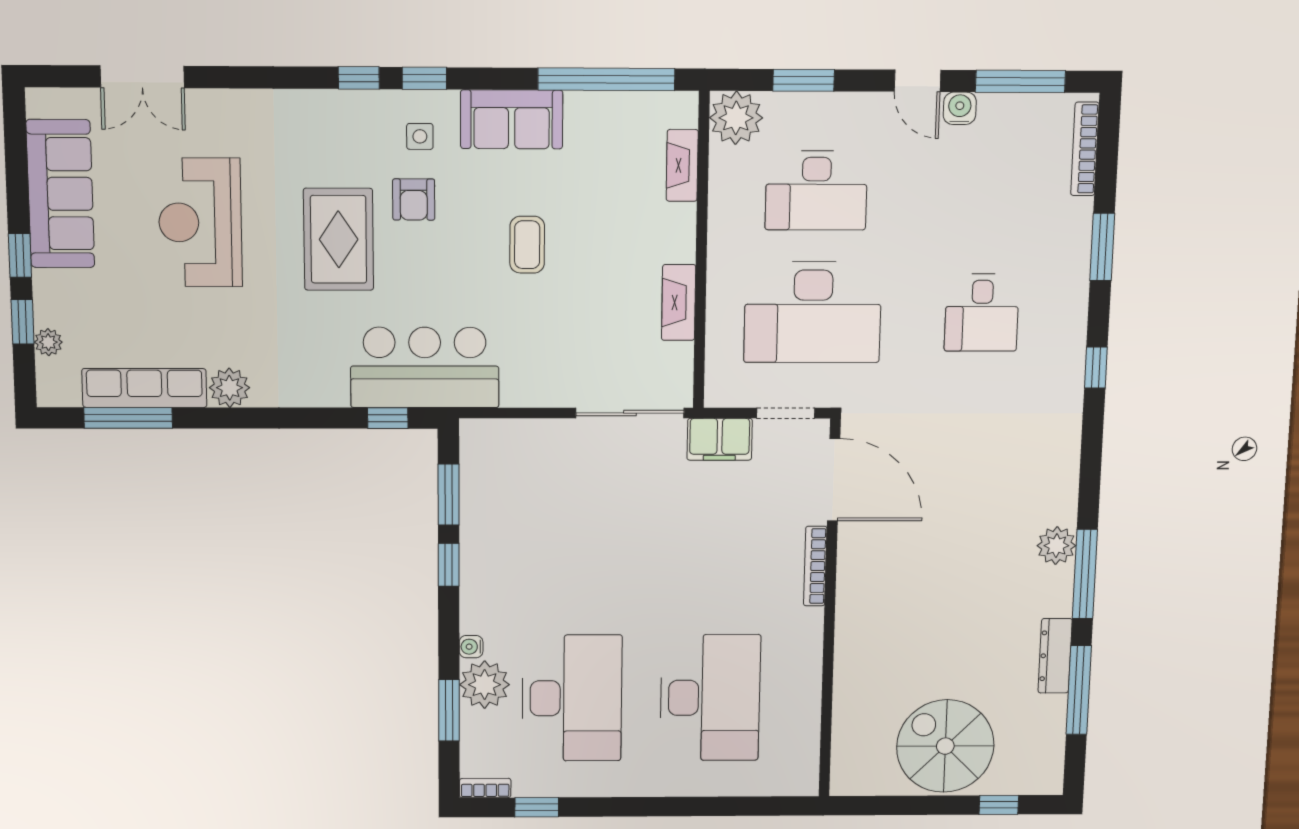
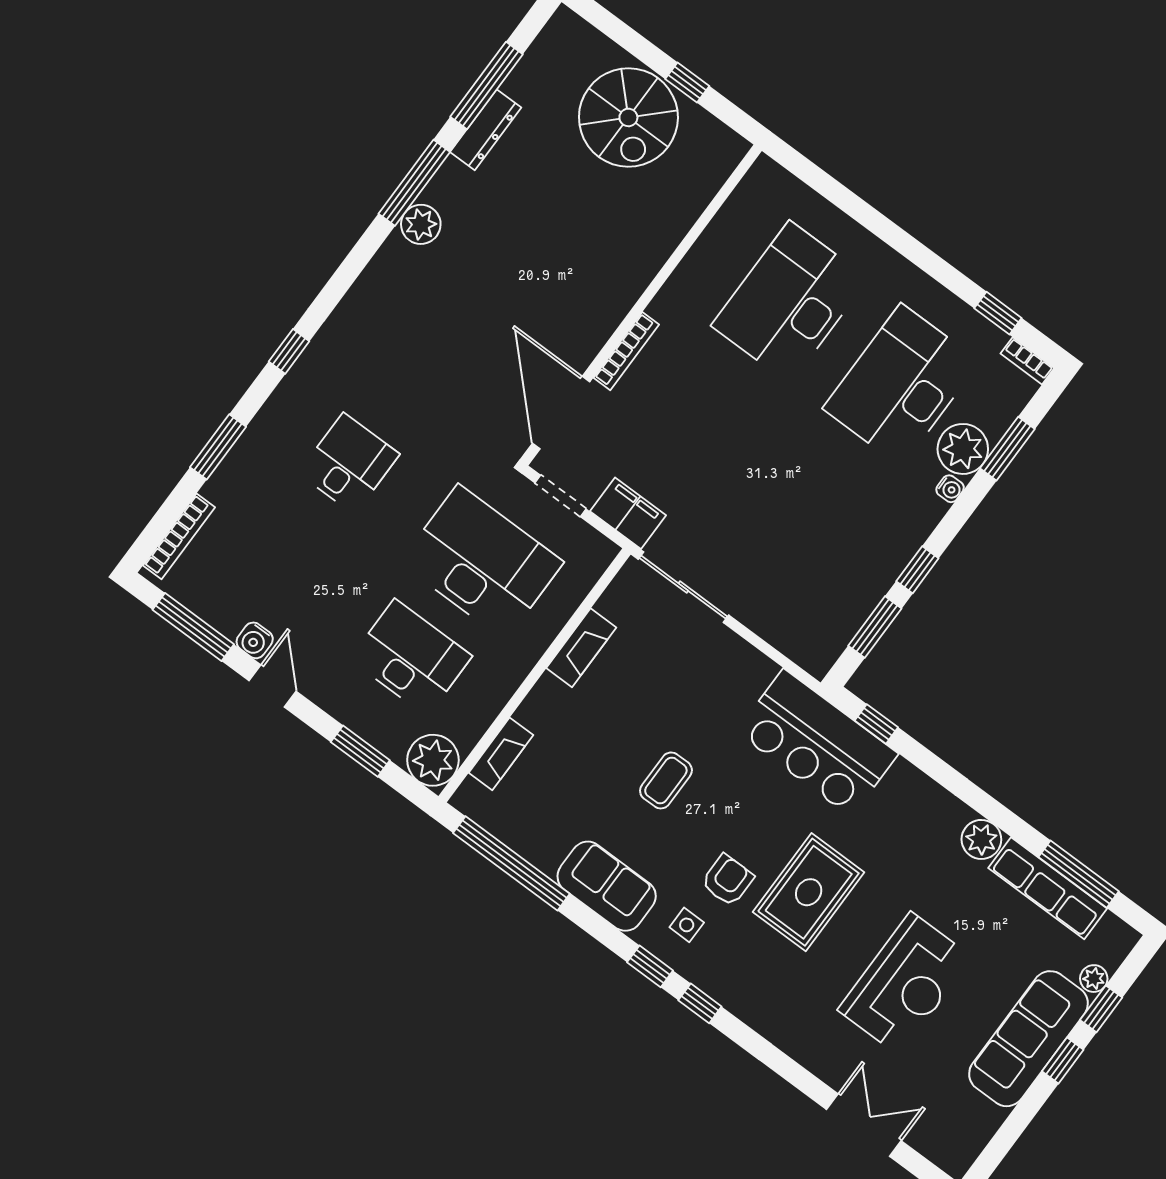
sofa: (60, 194) -> (1028, 1039), moved
window: (999, 805) -> (687, 82), moved

